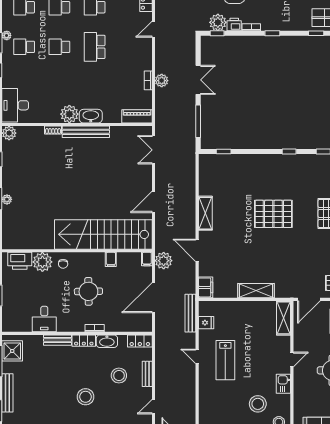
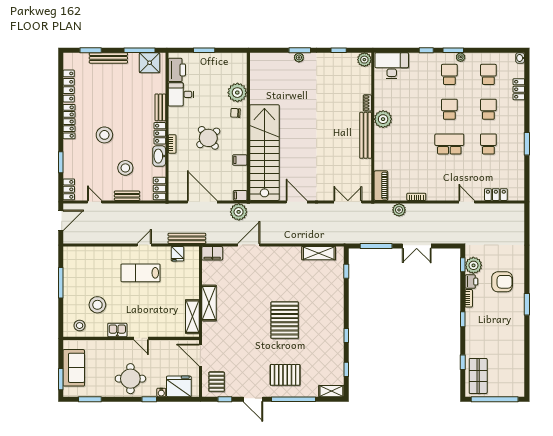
plant: (162, 81) -> (399, 210), moved
washbasin: (91, 116) -> (381, 140), removed
shelving: (205, 213) -> (319, 253), moved
printer: (20, 261) -> (177, 70), moved, turned 180
round table: (88, 291) -> (208, 138), turned -38
shelving: (284, 318) -> (192, 317), moved, turned 90

